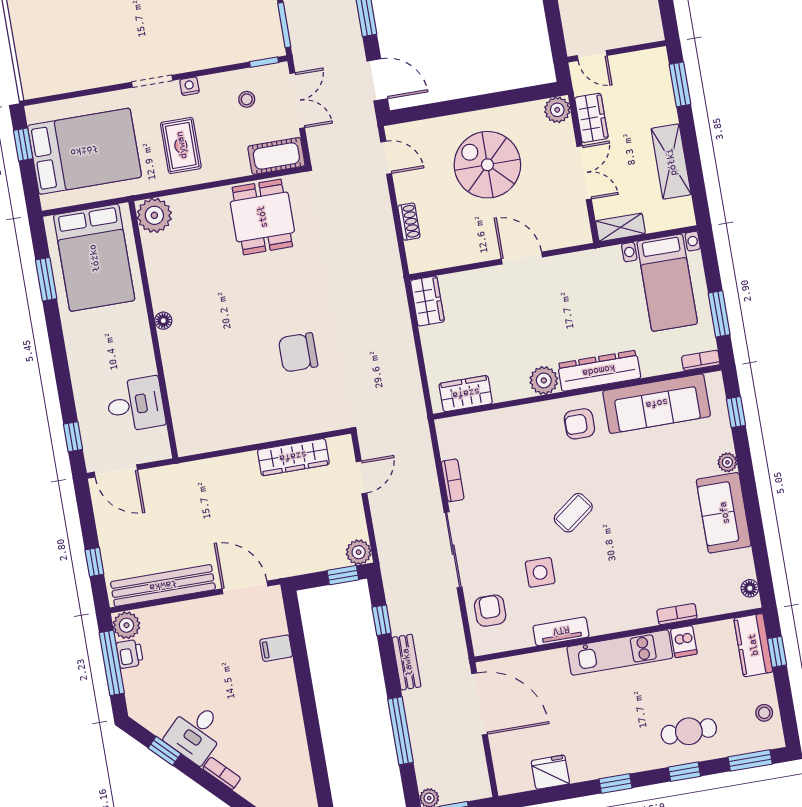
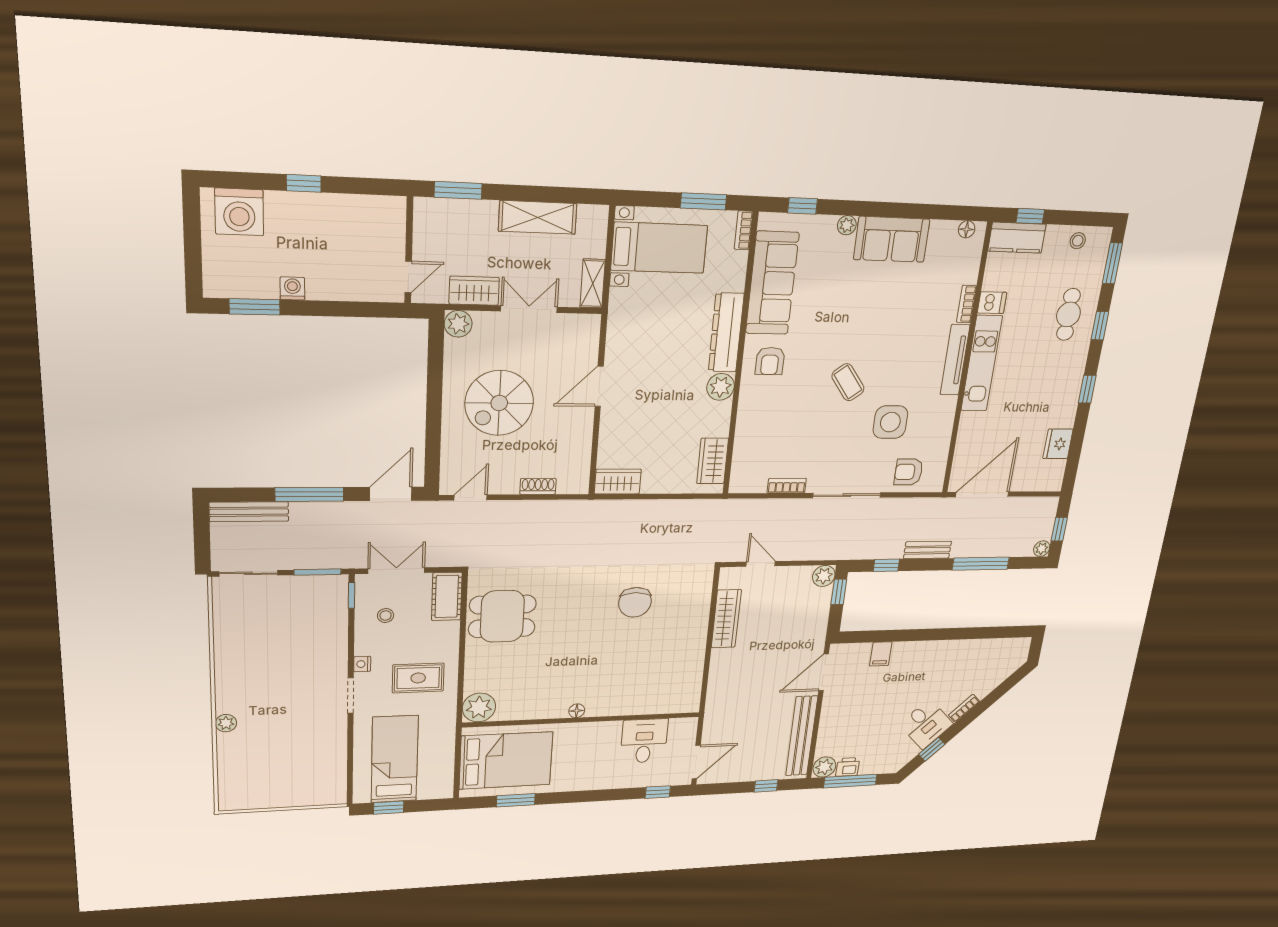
bed: (84, 151) -> (395, 759), width x0.67
side table: (540, 572) -> (890, 422), width x1.37, depth x1.37
tv unit: (561, 631) -> (955, 360), moved, width x1.41

